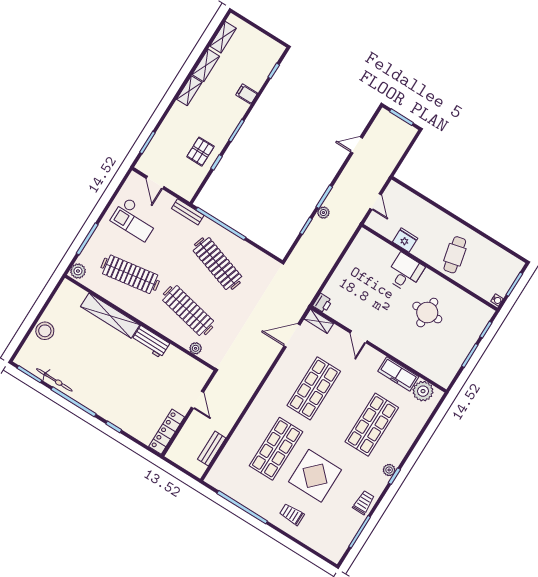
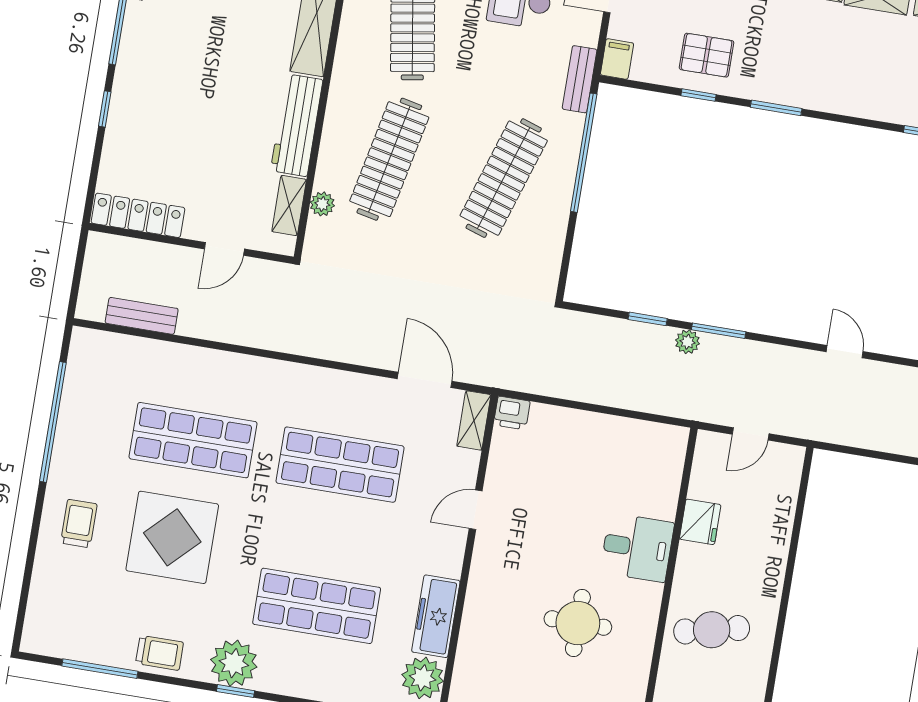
filing cabinet: (247, 94) -> (617, 59), moved
workbench: (151, 342) -> (297, 125), width x1.38
shelving: (190, 363) -> (289, 206), added
plant: (389, 470) -> (234, 663), width x1.88, depth x1.88

